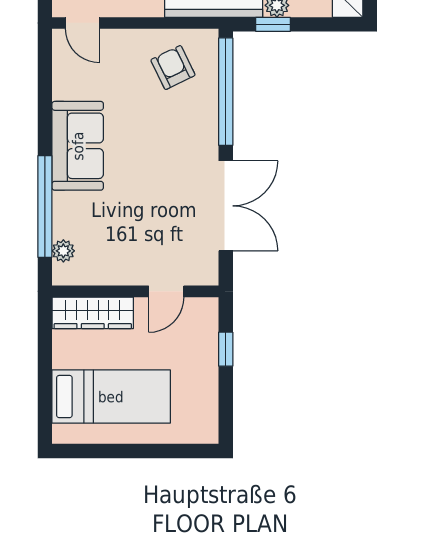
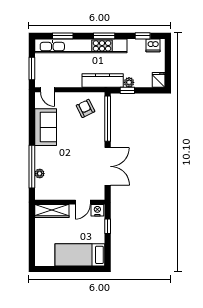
sofa: (78, 146) -> (46, 127), moved
plant: (63, 251) -> (40, 174), moved
nightstand: (201, 311) -> (97, 210), added
bed: (111, 397) -> (80, 255), moved, turned 180

